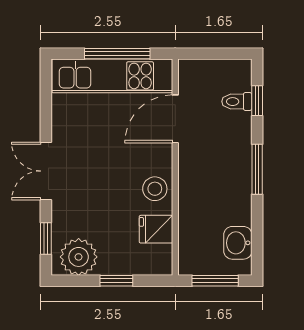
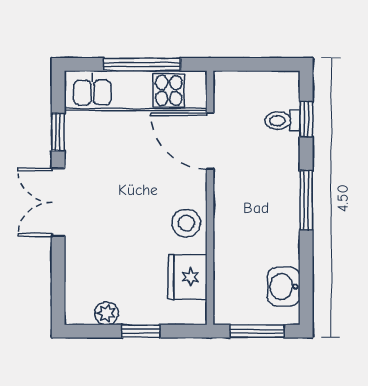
door: (175, 119) -> (210, 141), hinge flipped
fridge: (156, 229) -> (187, 277), width x1.38
window: (46, 239) -> (58, 132), moved
plant: (79, 257) -> (107, 313), width x0.53, depth x0.53

